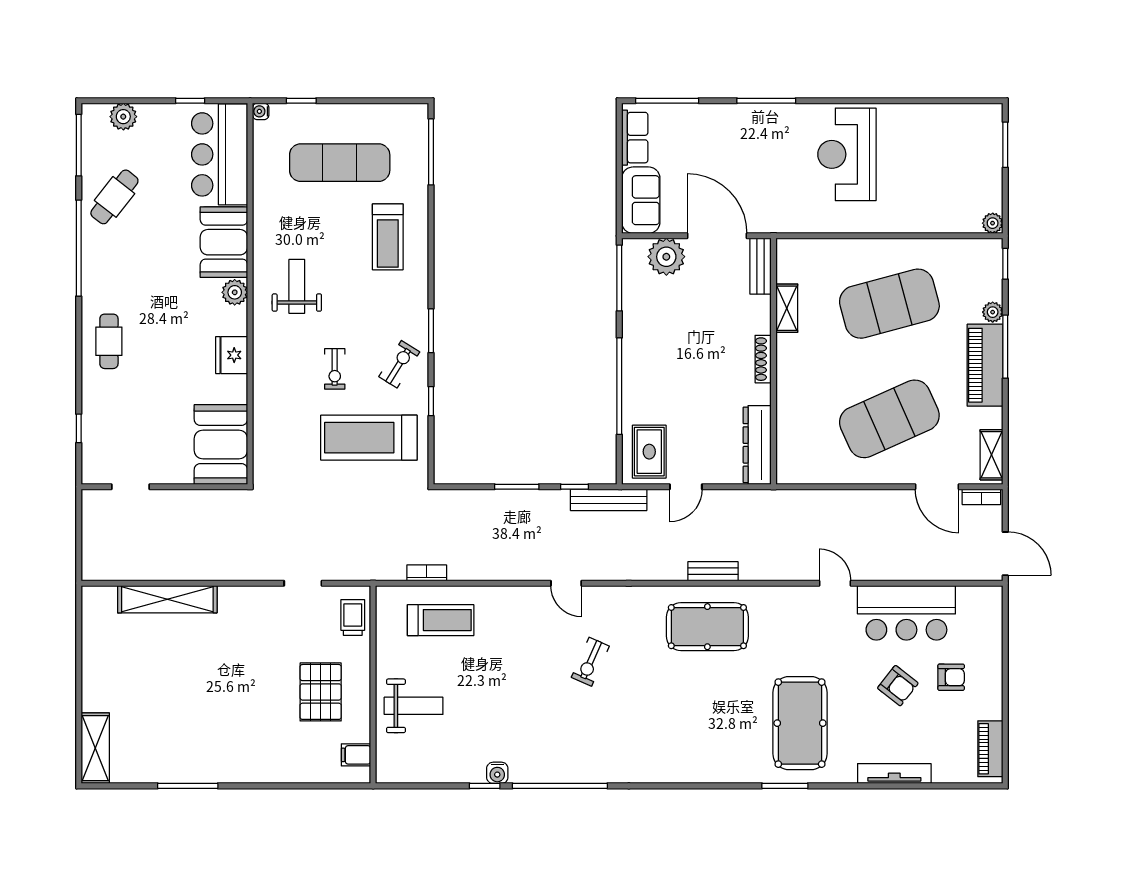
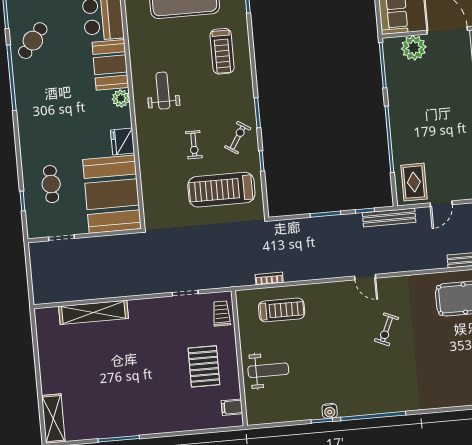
cafe table: (109, 341) -> (51, 184), moved
booth: (221, 444) -> (112, 194), width x1.36, depth x1.42

